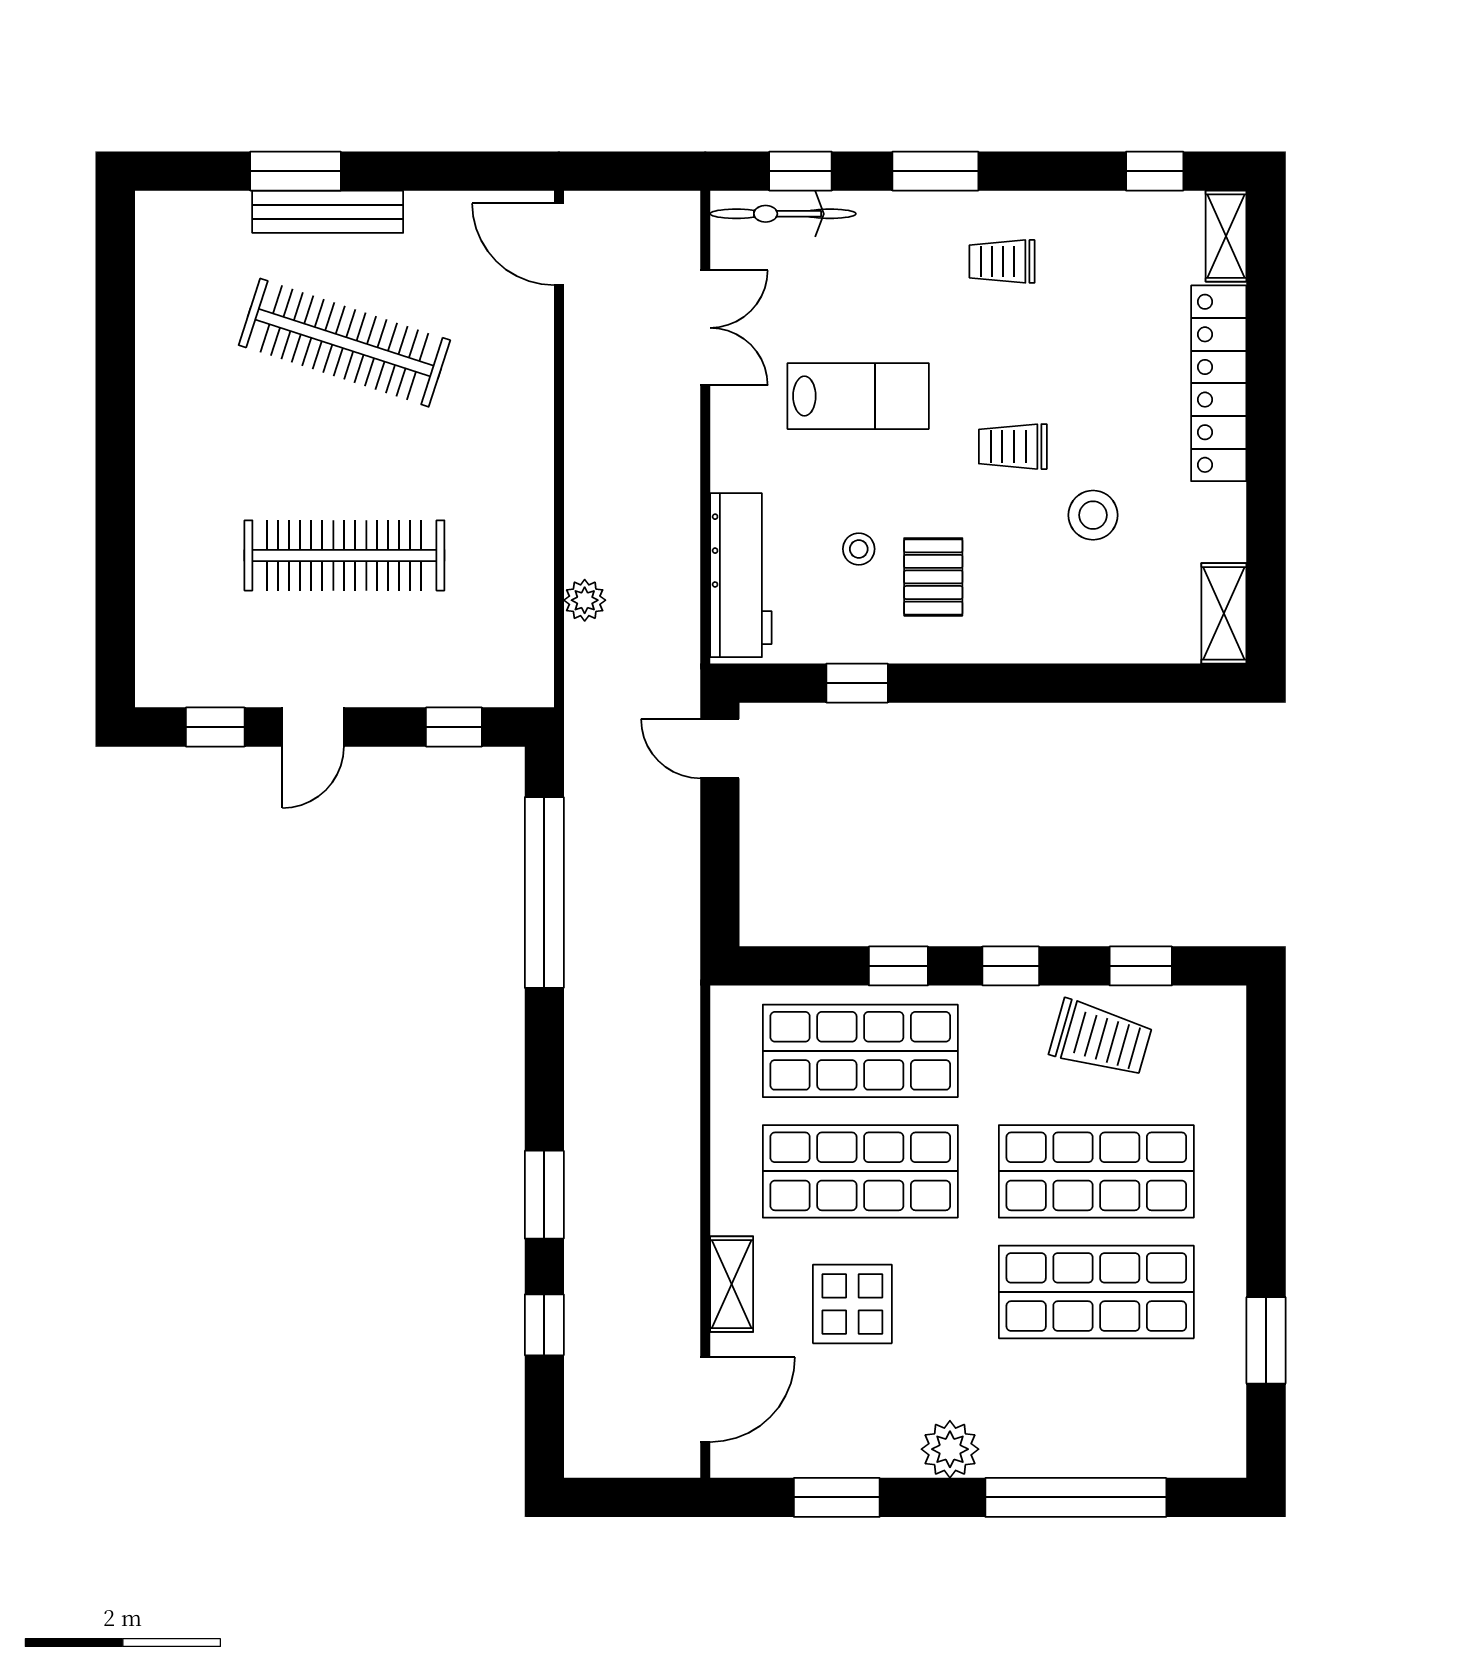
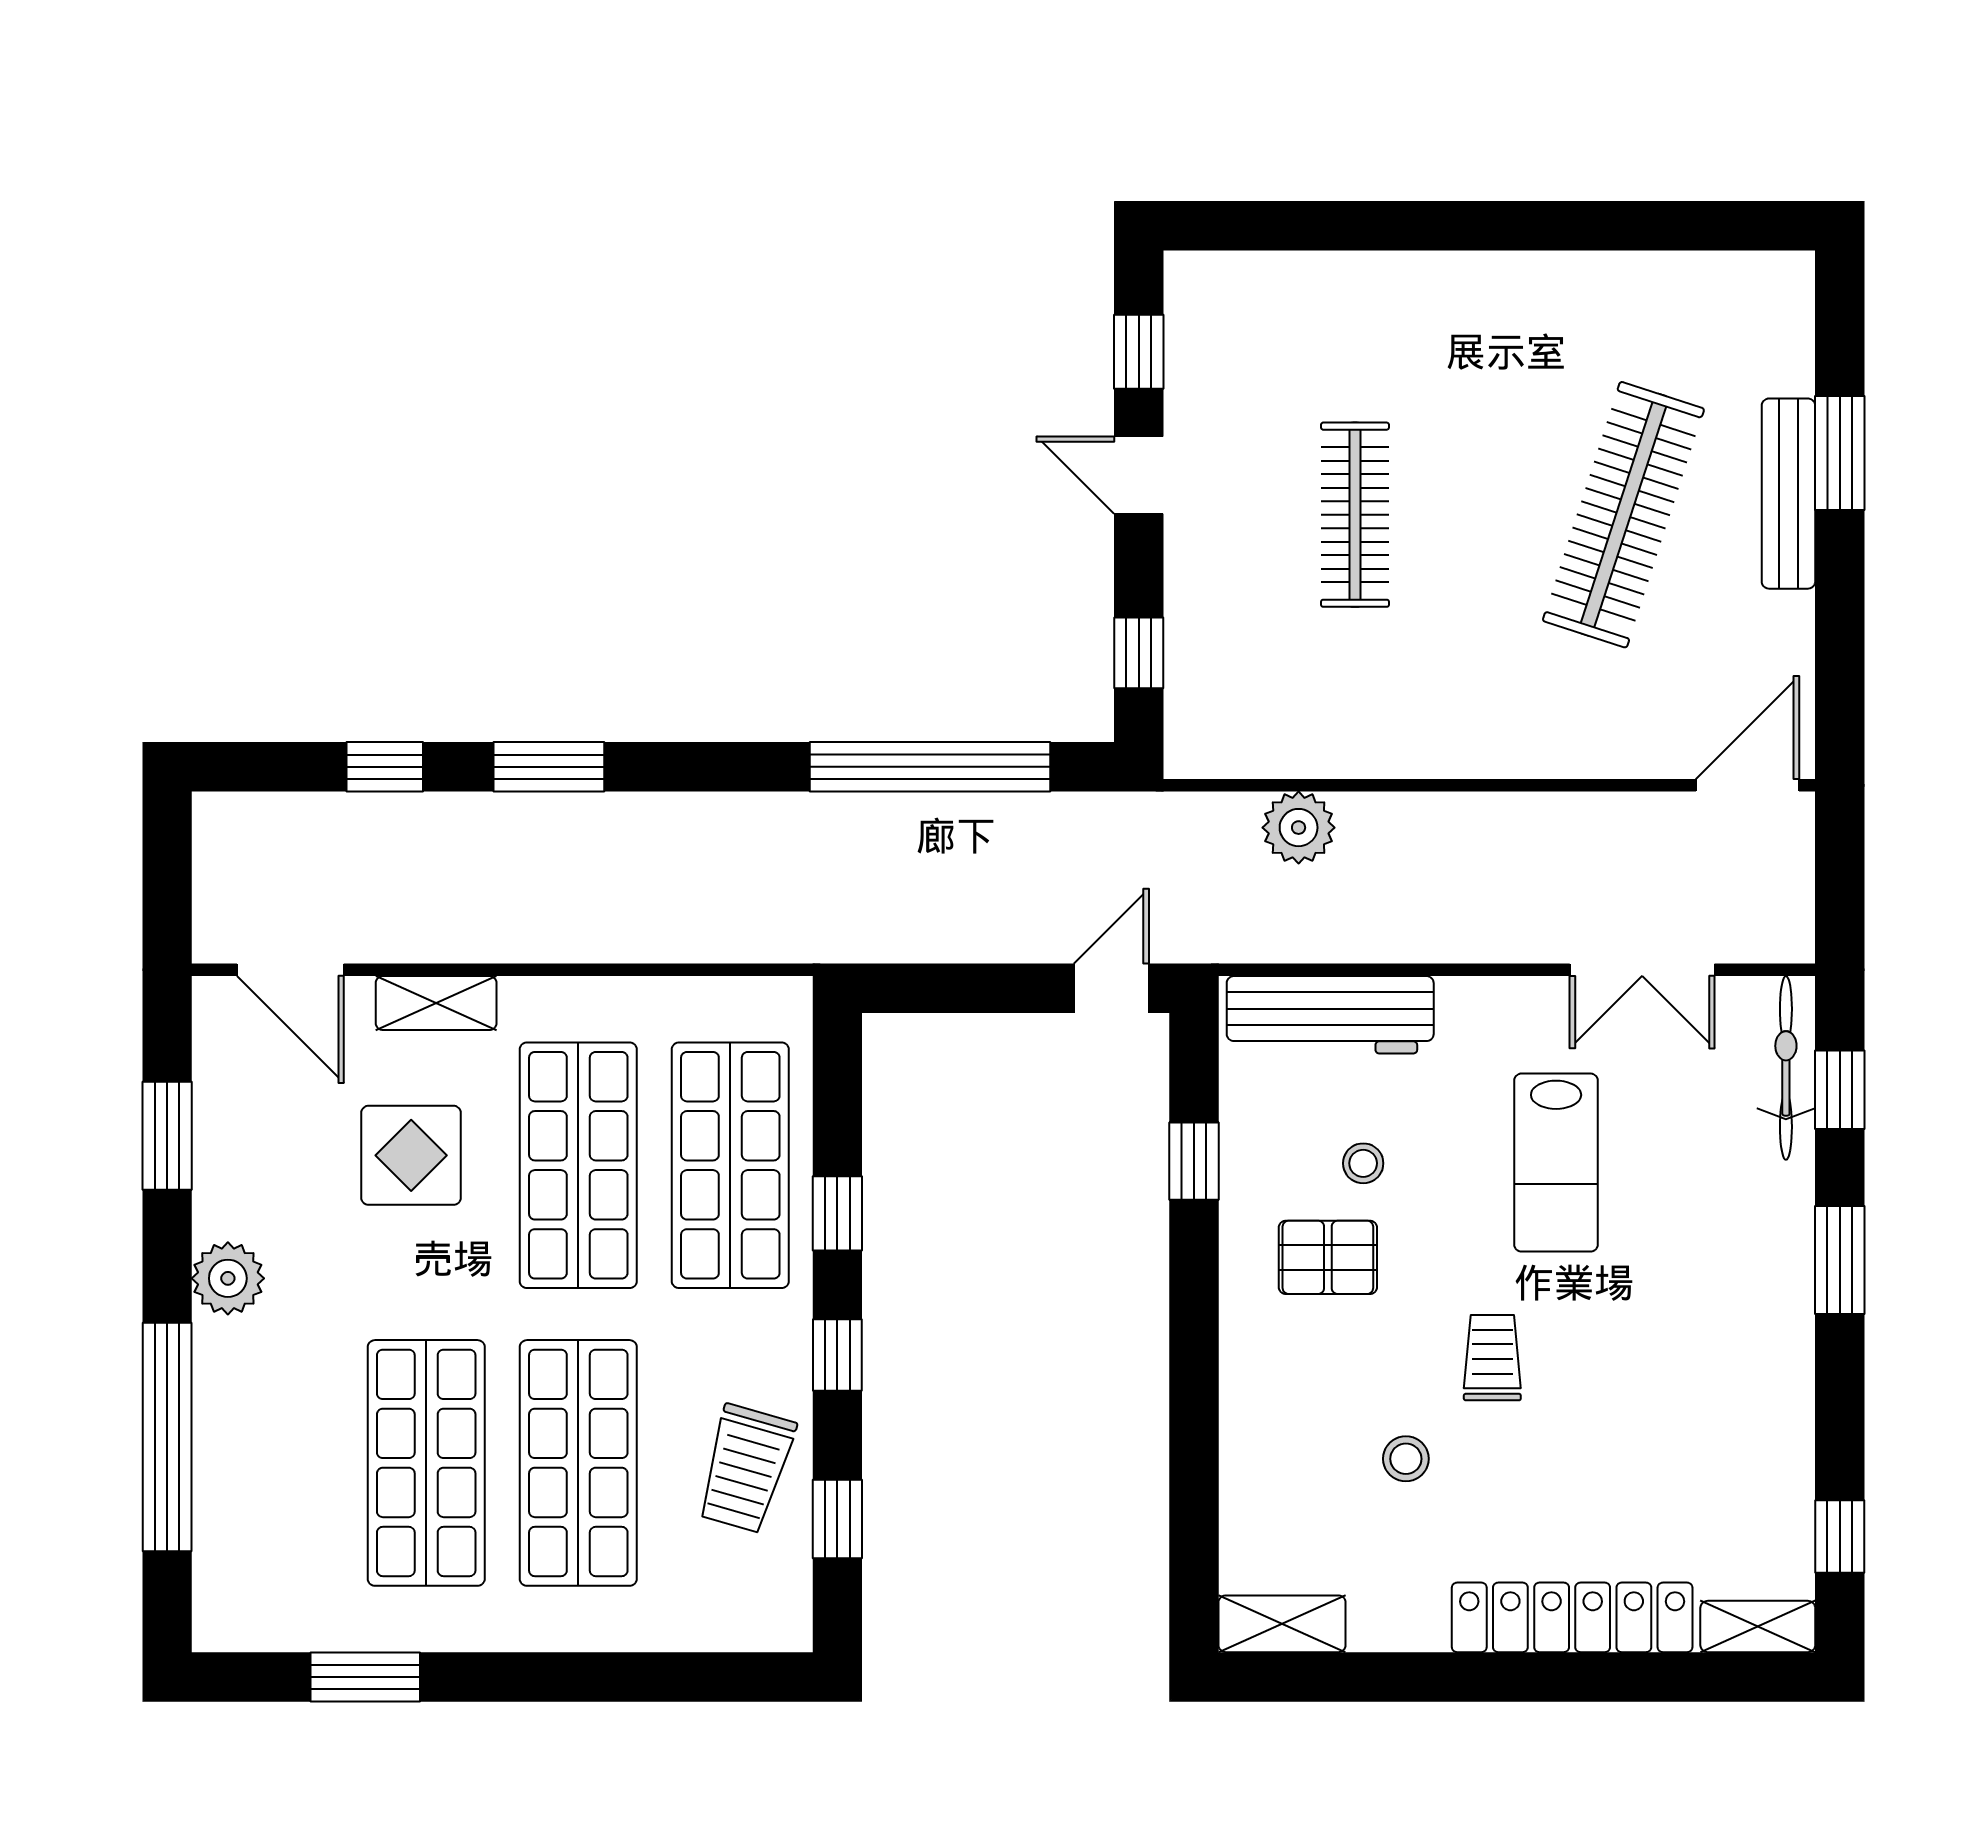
trolley: (1002, 261) -> (1726, 1344), removed
stool: (1093, 515) -> (1406, 1459), width x0.73, depth x0.73
clothes rail: (344, 555) -> (1355, 515), width x0.73, depth x0.76
plant: (585, 600) -> (1299, 828), width x1.38, depth x1.38

